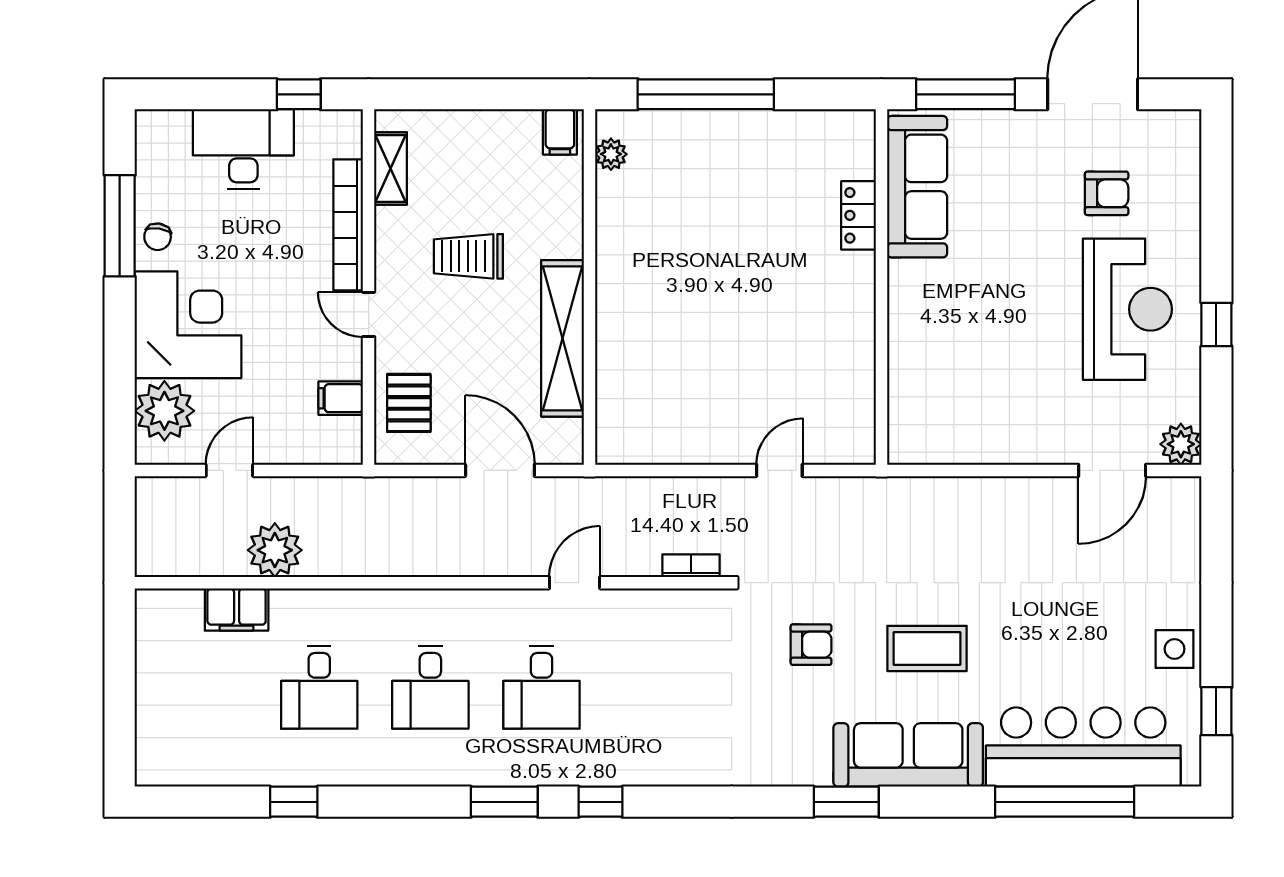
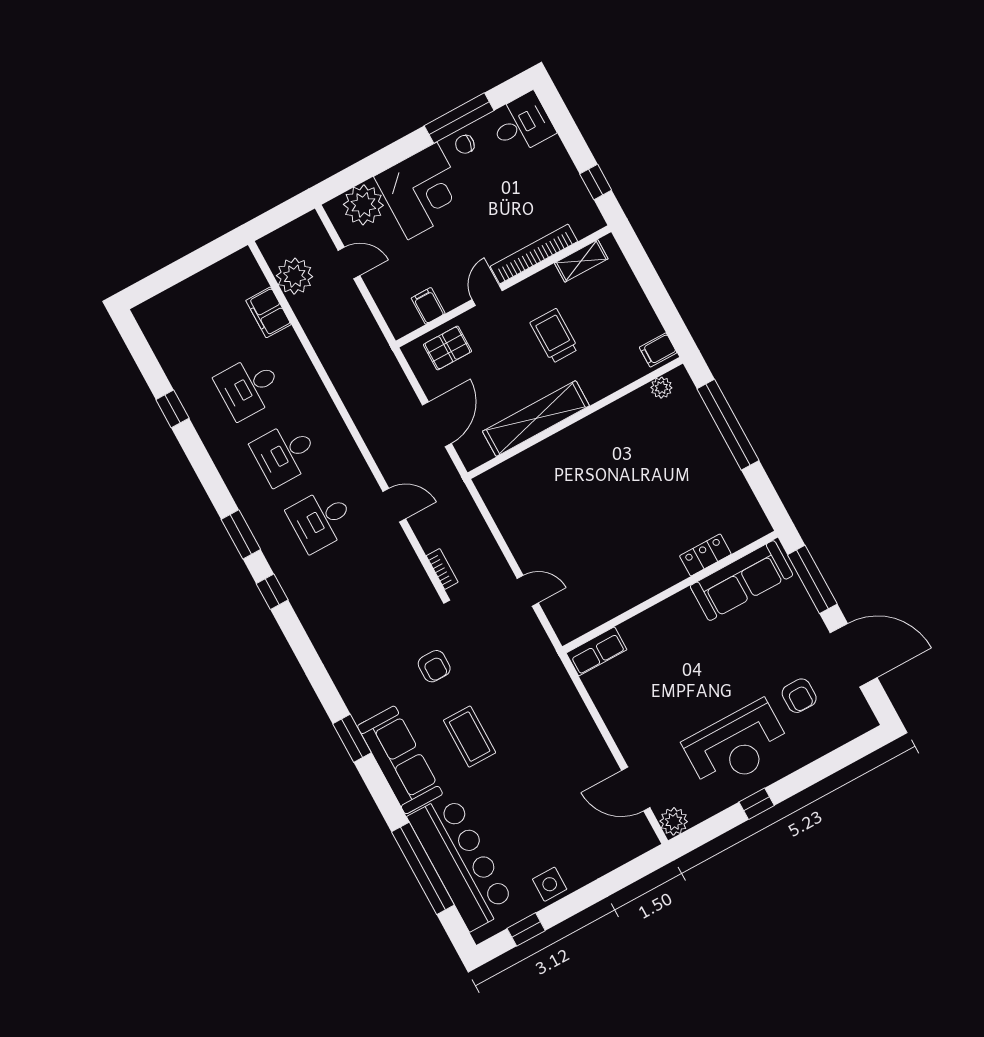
desk: (243, 149) -> (522, 124), moved, width x0.73
row of seats: (906, 424) -> (597, 651), added
plant: (275, 550) -> (295, 276), moved

